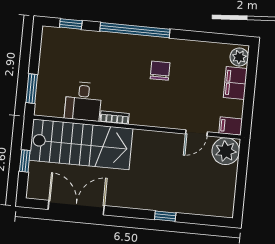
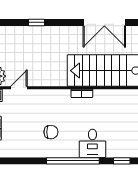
chair: (160, 71) -> (51, 132), turned -90
desk: (83, 101) -> (92, 143), moved, turned 180

